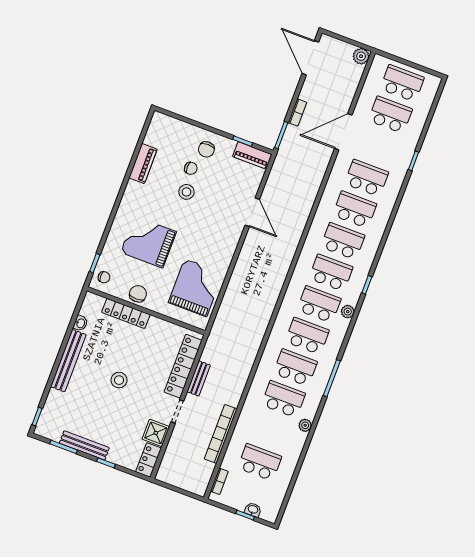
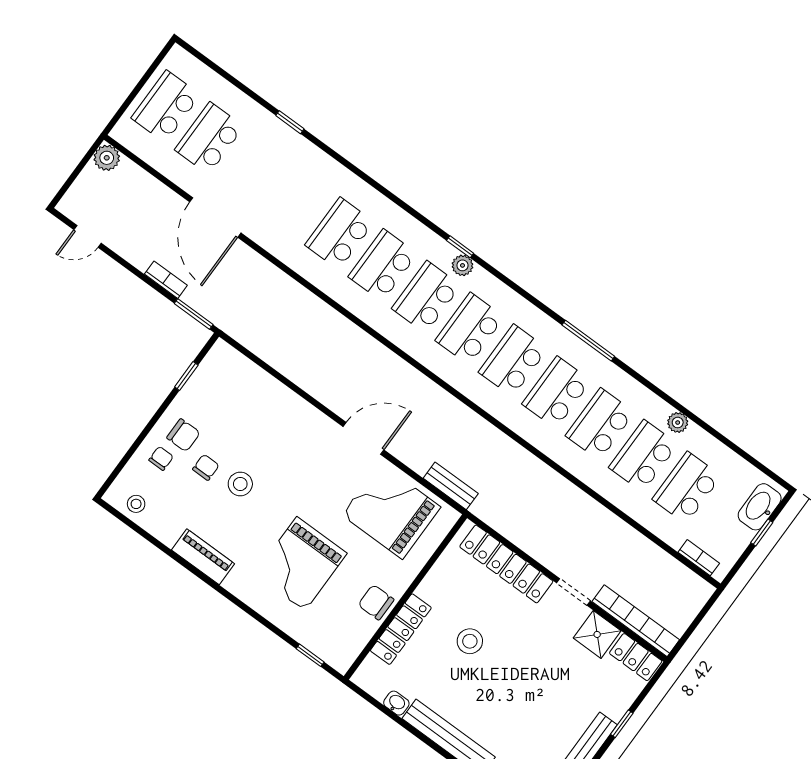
door: (310, 58) -> (87, 236), width x0.53
stool: (157, 132) -> (136, 504), added
piano: (252, 155) -> (212, 367), removed
piano: (143, 164) -> (203, 557), moved
school desk: (366, 178) -> (643, 456), moved
door: (252, 212) -> (363, 438), moved
chair: (104, 277) -> (161, 458), moved
plant: (348, 312) -> (463, 265), moved
bench: (199, 378) -> (451, 486), moved
stool: (119, 380) -> (470, 641), moved
plant: (305, 425) -> (678, 423), moved
bookcase: (221, 434) -> (636, 621), moved, turned 180
washbasin: (253, 510) -> (760, 507), width x1.91, depth x1.45

